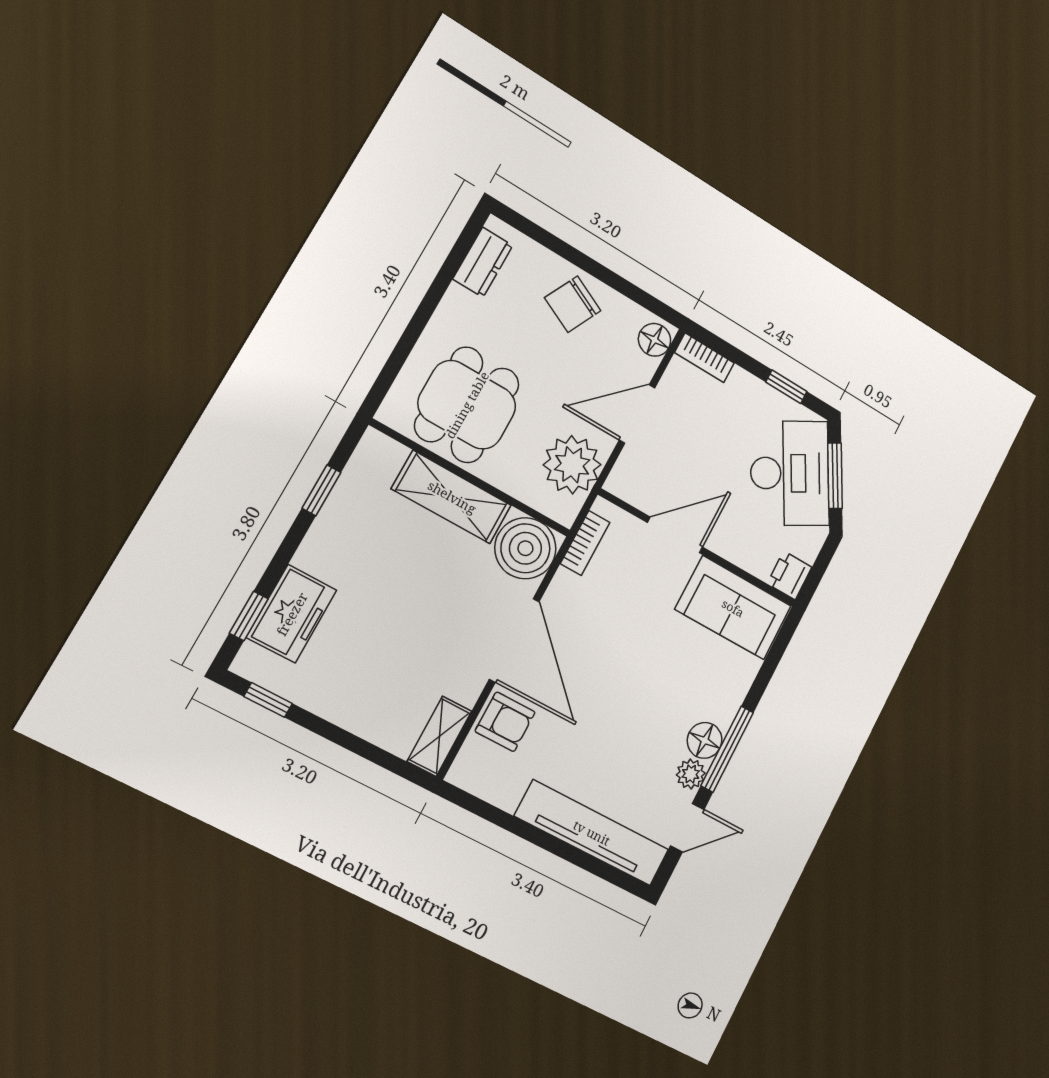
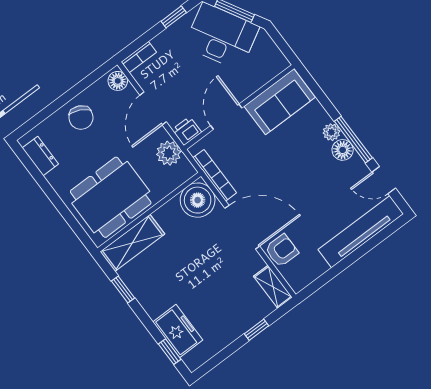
dining table: (467, 405) -> (111, 197), width x1.38
plant: (572, 465) -> (169, 153), width x0.73, depth x0.73
shelving: (452, 497) -> (132, 243), moved
bookcase: (585, 543) -> (215, 175), width x1.56
printer: (789, 575) -> (187, 131), moved, turned 90
window: (268, 700) -> (256, 330), moved
plant: (691, 774) -> (331, 132), moved
door: (687, 828) -> (384, 180), swing flipped

